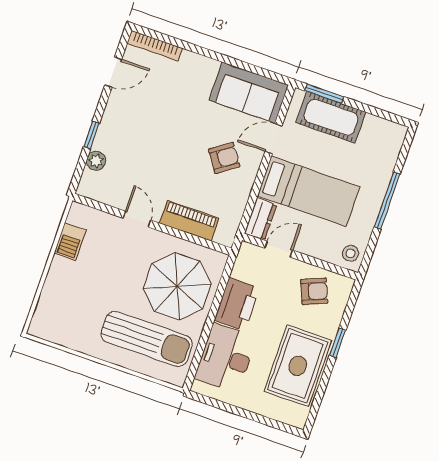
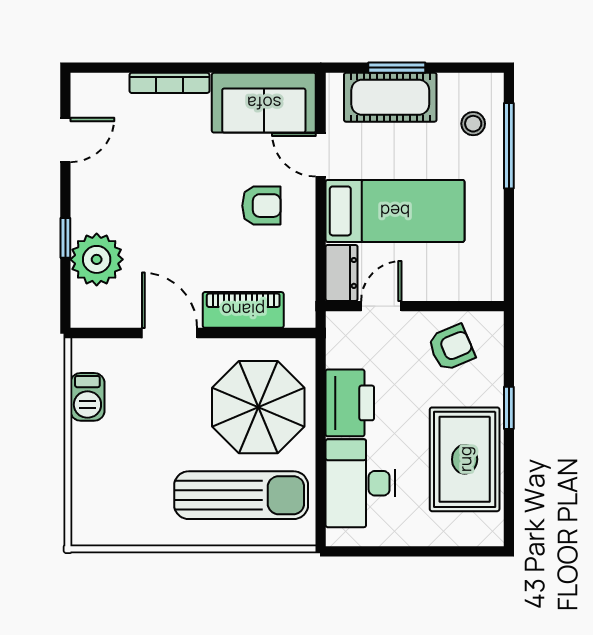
bookcase: (155, 46) -> (169, 83), moved
window: (324, 94) -> (397, 68), moved
door: (274, 139) -> (321, 155), hinge flipped
armchair: (224, 158) -> (261, 206), turned 35
plant: (96, 161) -> (97, 259), width x1.88, depth x1.88
window: (387, 200) -> (509, 146), moved
door: (137, 219) -> (170, 333), width x1.38
stool: (351, 253) -> (473, 124), moved

